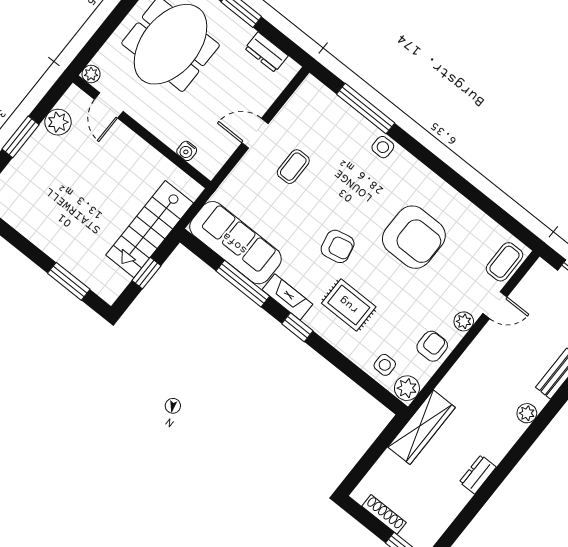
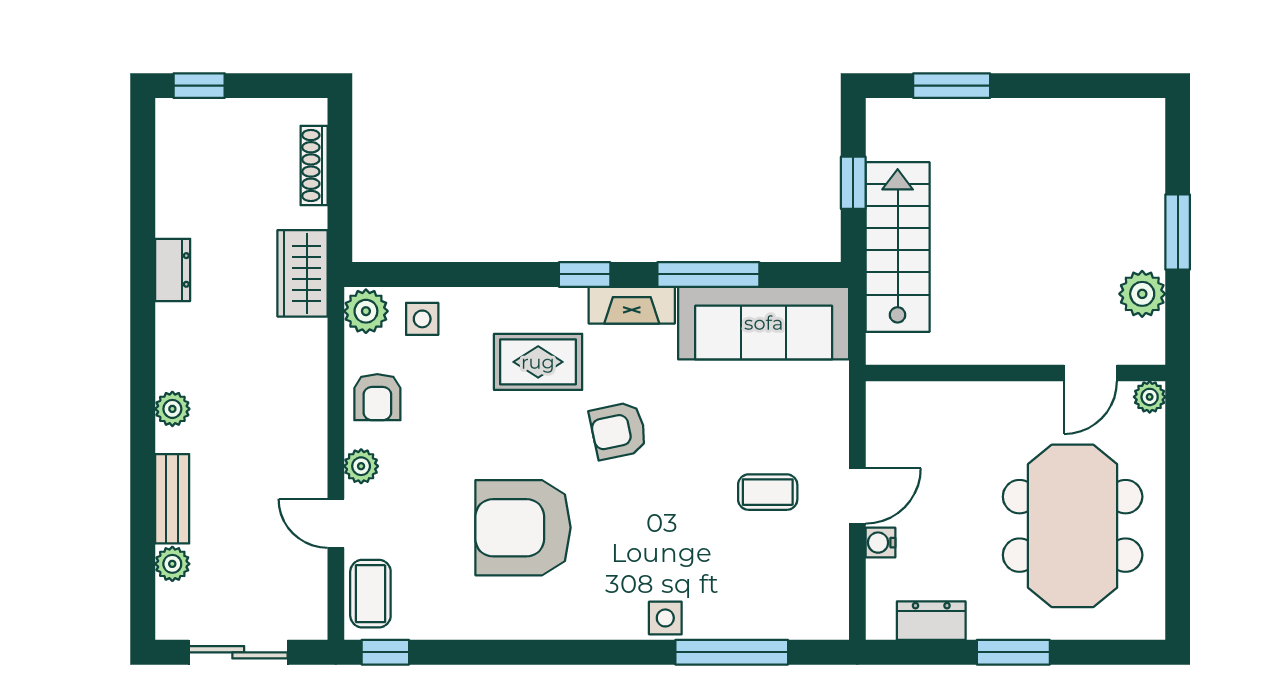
door: (109, 105) -> (1090, 373), swing flipped
water cooler: (187, 151) -> (880, 543), moved, turned -90
coffee table: (293, 167) -> (768, 492), turned 90
window: (519, 231) -> (385, 652), added
door: (495, 305) -> (336, 523), hinge flipped
wardrobe: (422, 427) -> (303, 273), width x0.67
shoe rack: (384, 514) -> (314, 166), moved, turned 90

